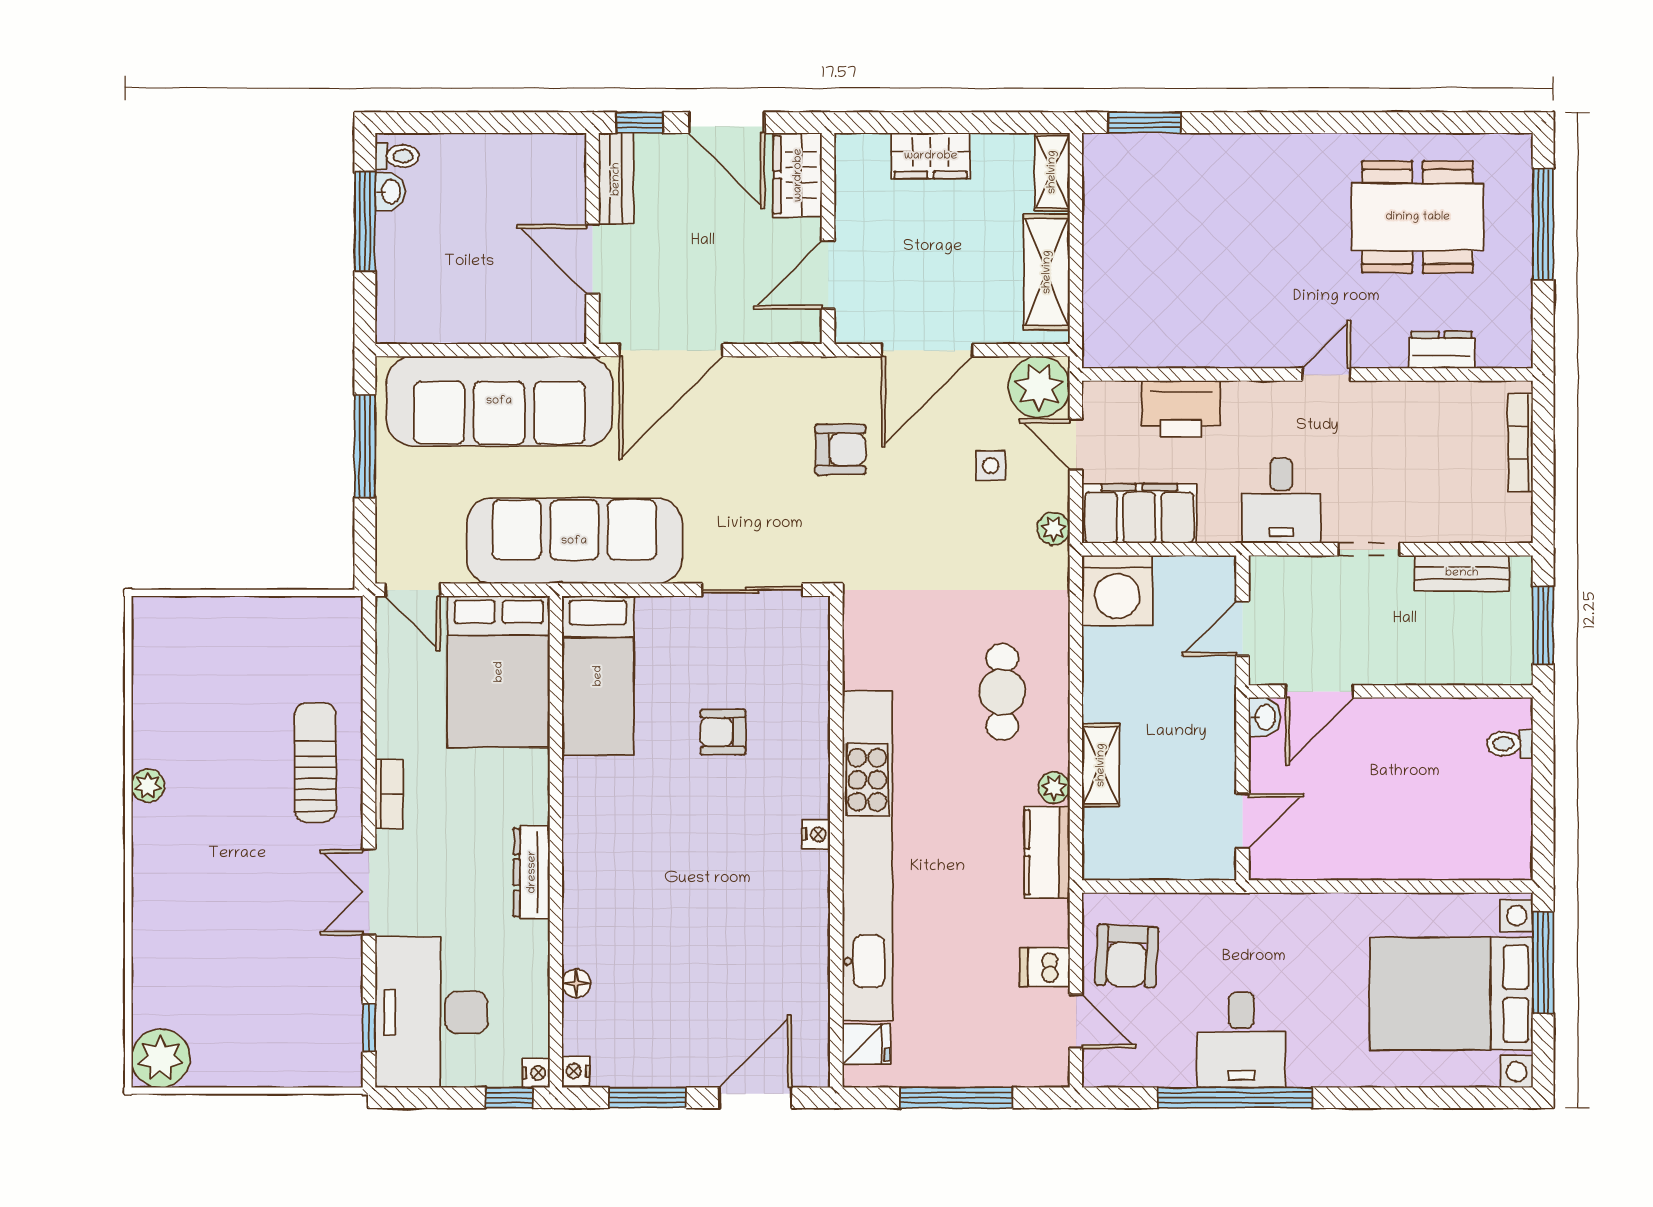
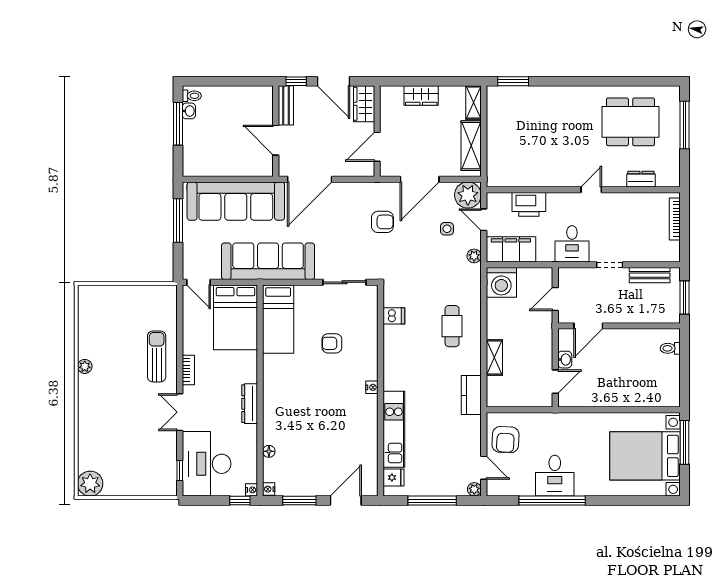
washbasin: (1265, 717) -> (565, 360), moved
plant: (1054, 788) -> (474, 489), moved
kitchen unit: (867, 856) -> (394, 429), width x0.54
dishwasher: (1045, 967) -> (394, 316), moved, turned 180

